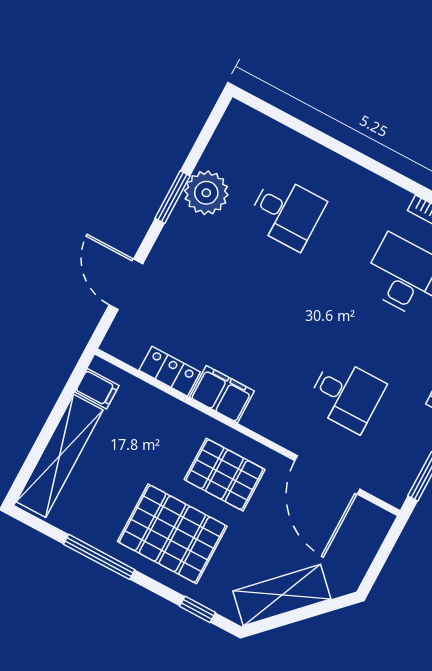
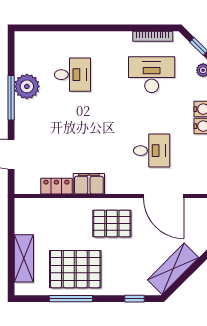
window: (173, 197) -> (11, 98), width x1.44
filing cabinet: (97, 389) -> (25, 215), removed
shelving: (60, 456) -> (24, 258), width x0.68
pallet: (172, 534) -> (75, 269), moved

